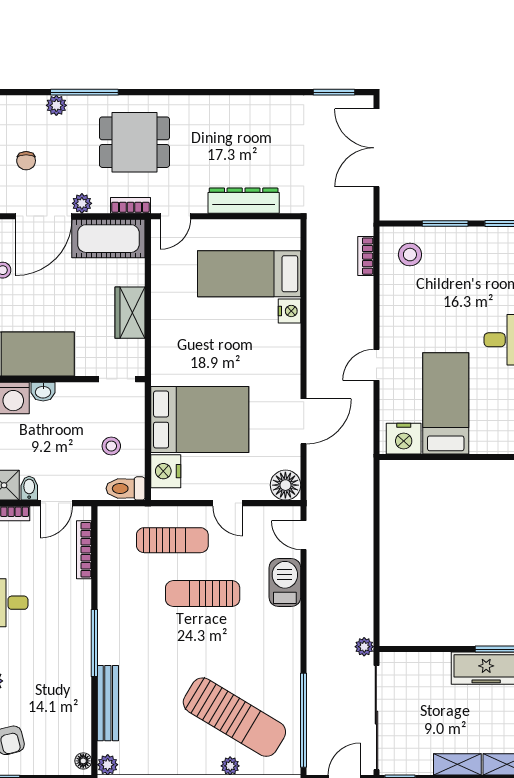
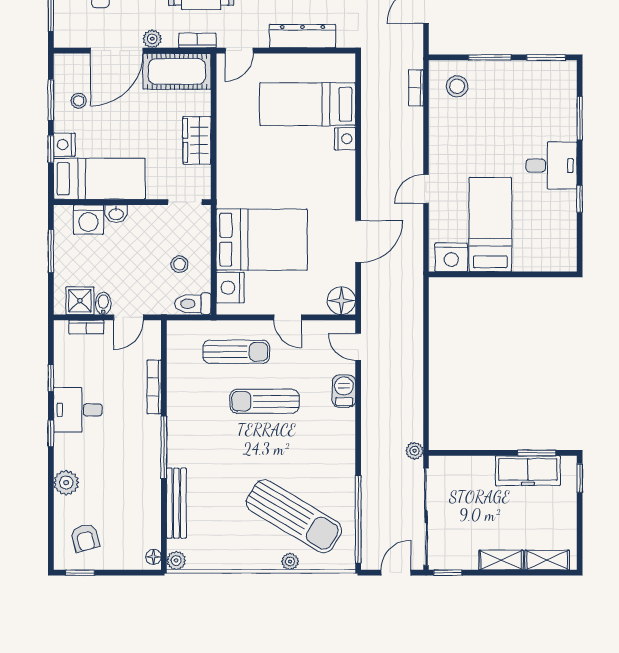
bookcase: (84, 550) -> (154, 387), moved
barbecue: (285, 582) -> (344, 391), width x0.73, depth x0.79

